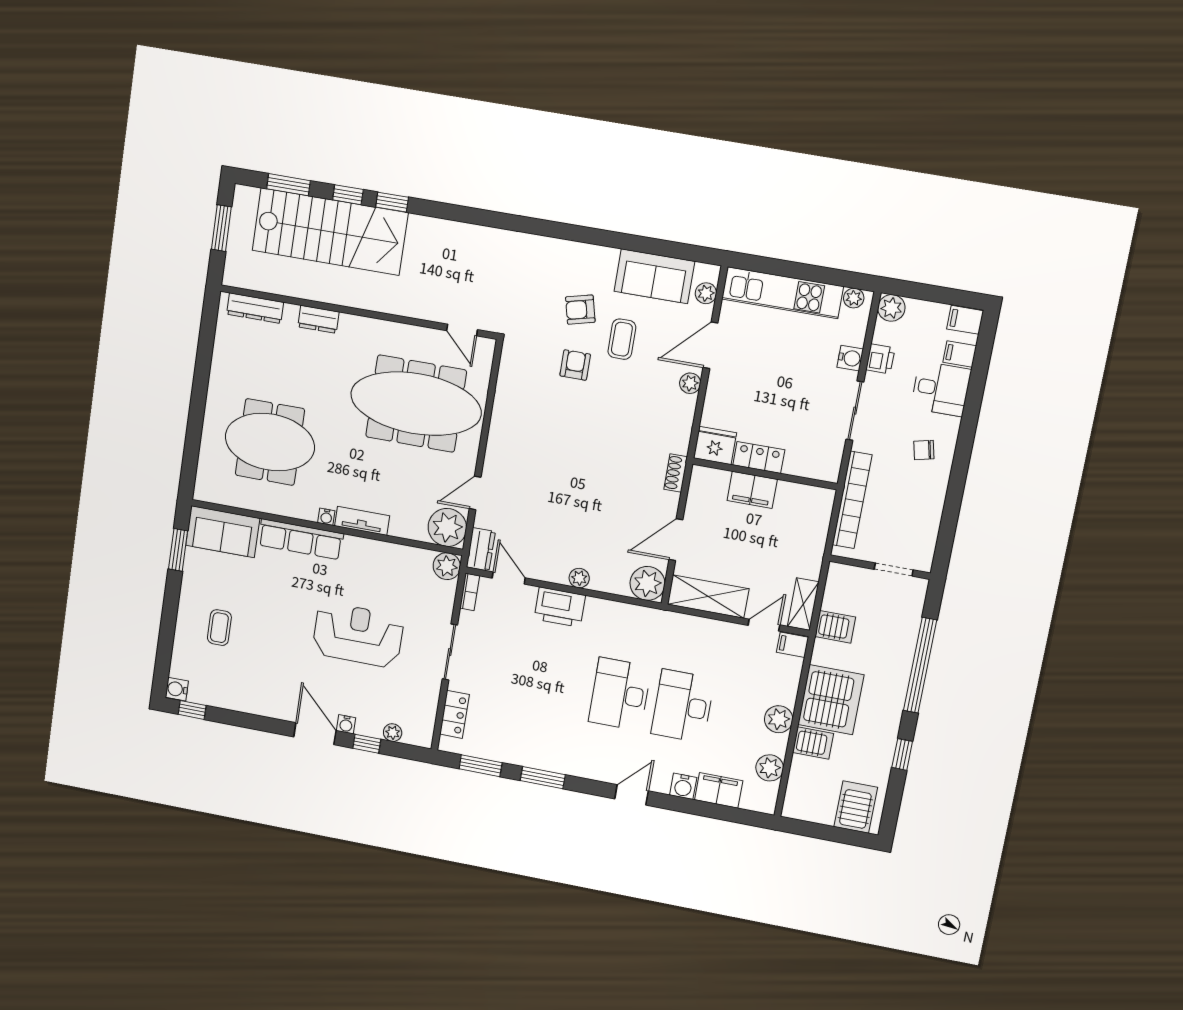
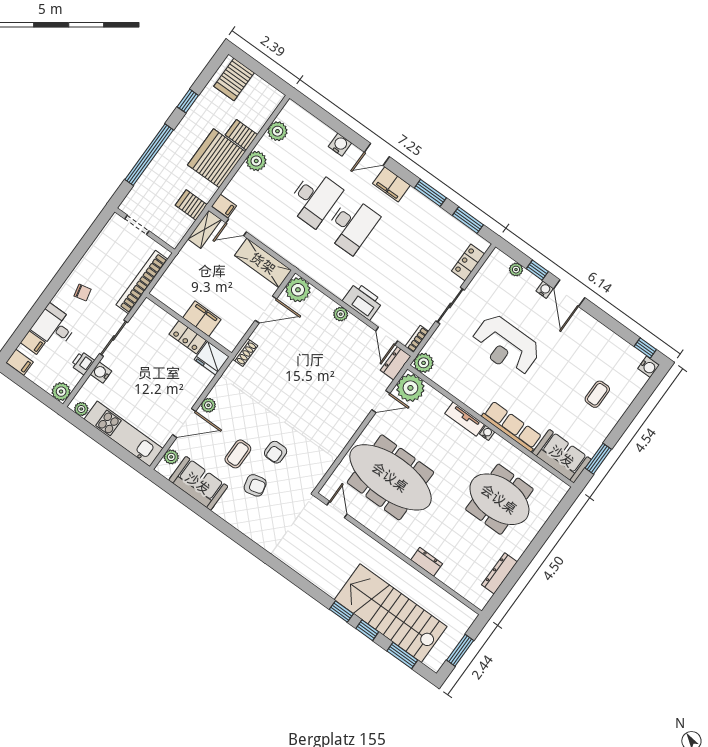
dresser: (255, 308) -> (499, 573), moved, turned -90
filing cabinet: (719, 790) -> (391, 184), moved

